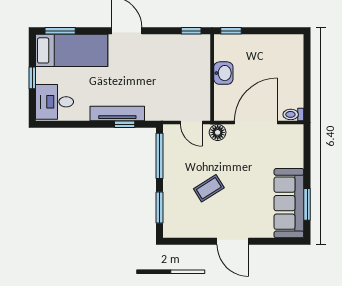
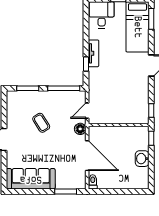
washbasin: (223, 73) -> (142, 159), moved, turned 90
tv unit: (117, 113) -> (93, 53), width x0.71
window: (307, 204) -> (66, 191), moved

